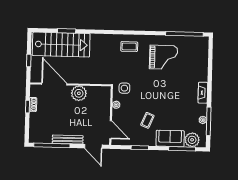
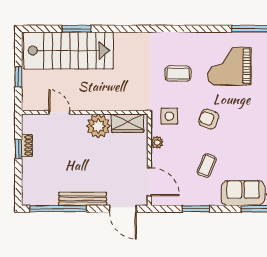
coffee table: (129, 47) -> (178, 74), moved
grand piano: (164, 57) -> (229, 66), turned 180
door: (54, 84) -> (59, 112), width x0.53
armchair: (149, 91) -> (209, 119), added
wardrobe: (98, 92) -> (128, 123), added

